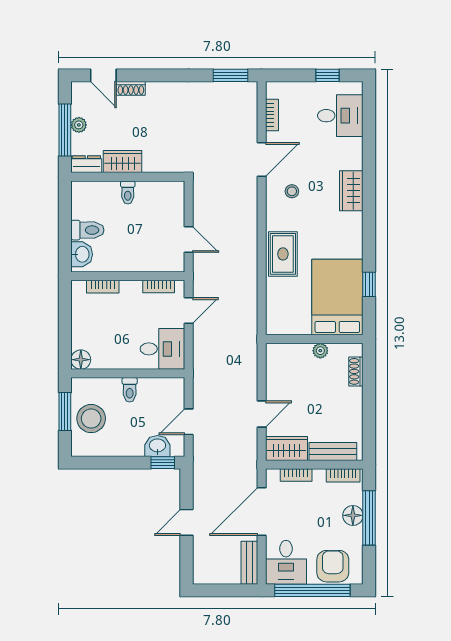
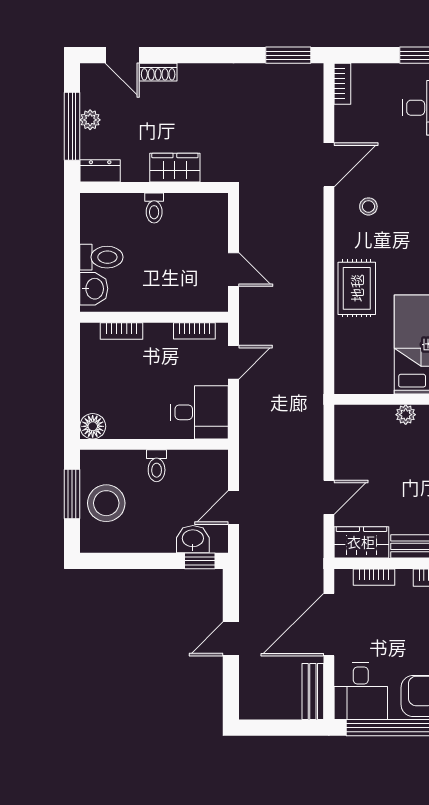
bookcase: (272, 115) -> (342, 84), moved
wardrobe: (123, 162) -> (175, 168), moved

